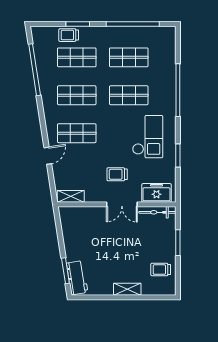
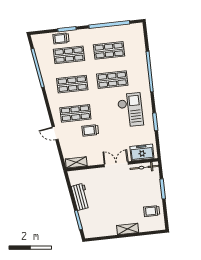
door: (48, 156) -> (55, 133), swing flipped
trolley: (117, 174) -> (90, 130), moved
double door: (122, 204) -> (116, 164), swing flipped
workbench: (77, 278) -> (81, 197), moved

